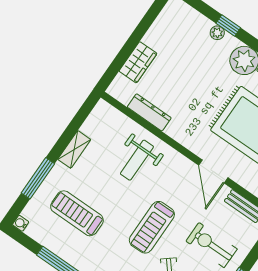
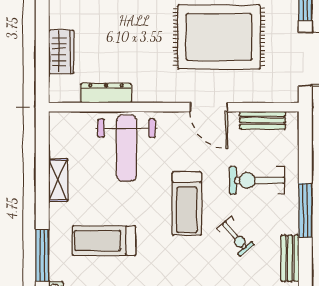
weight bench: (137, 160) -> (126, 148), width x1.36, depth x1.33
window: (38, 178) -> (42, 255), moved

